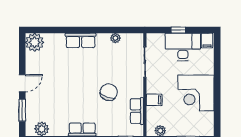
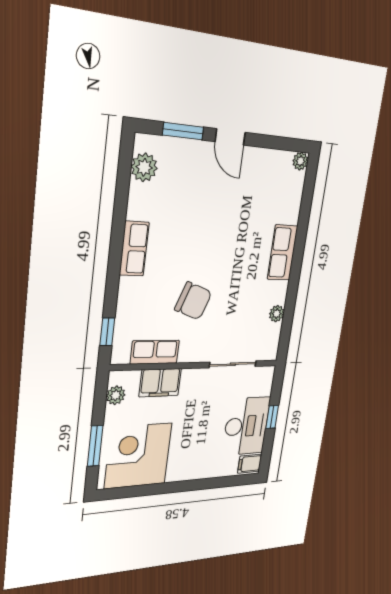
plant: (35, 42) -> (300, 161), width x0.53, depth x0.53
corner desk: (196, 93) -> (138, 456), moved
filing cabinet: (154, 100) -> (160, 383), width x2.00

